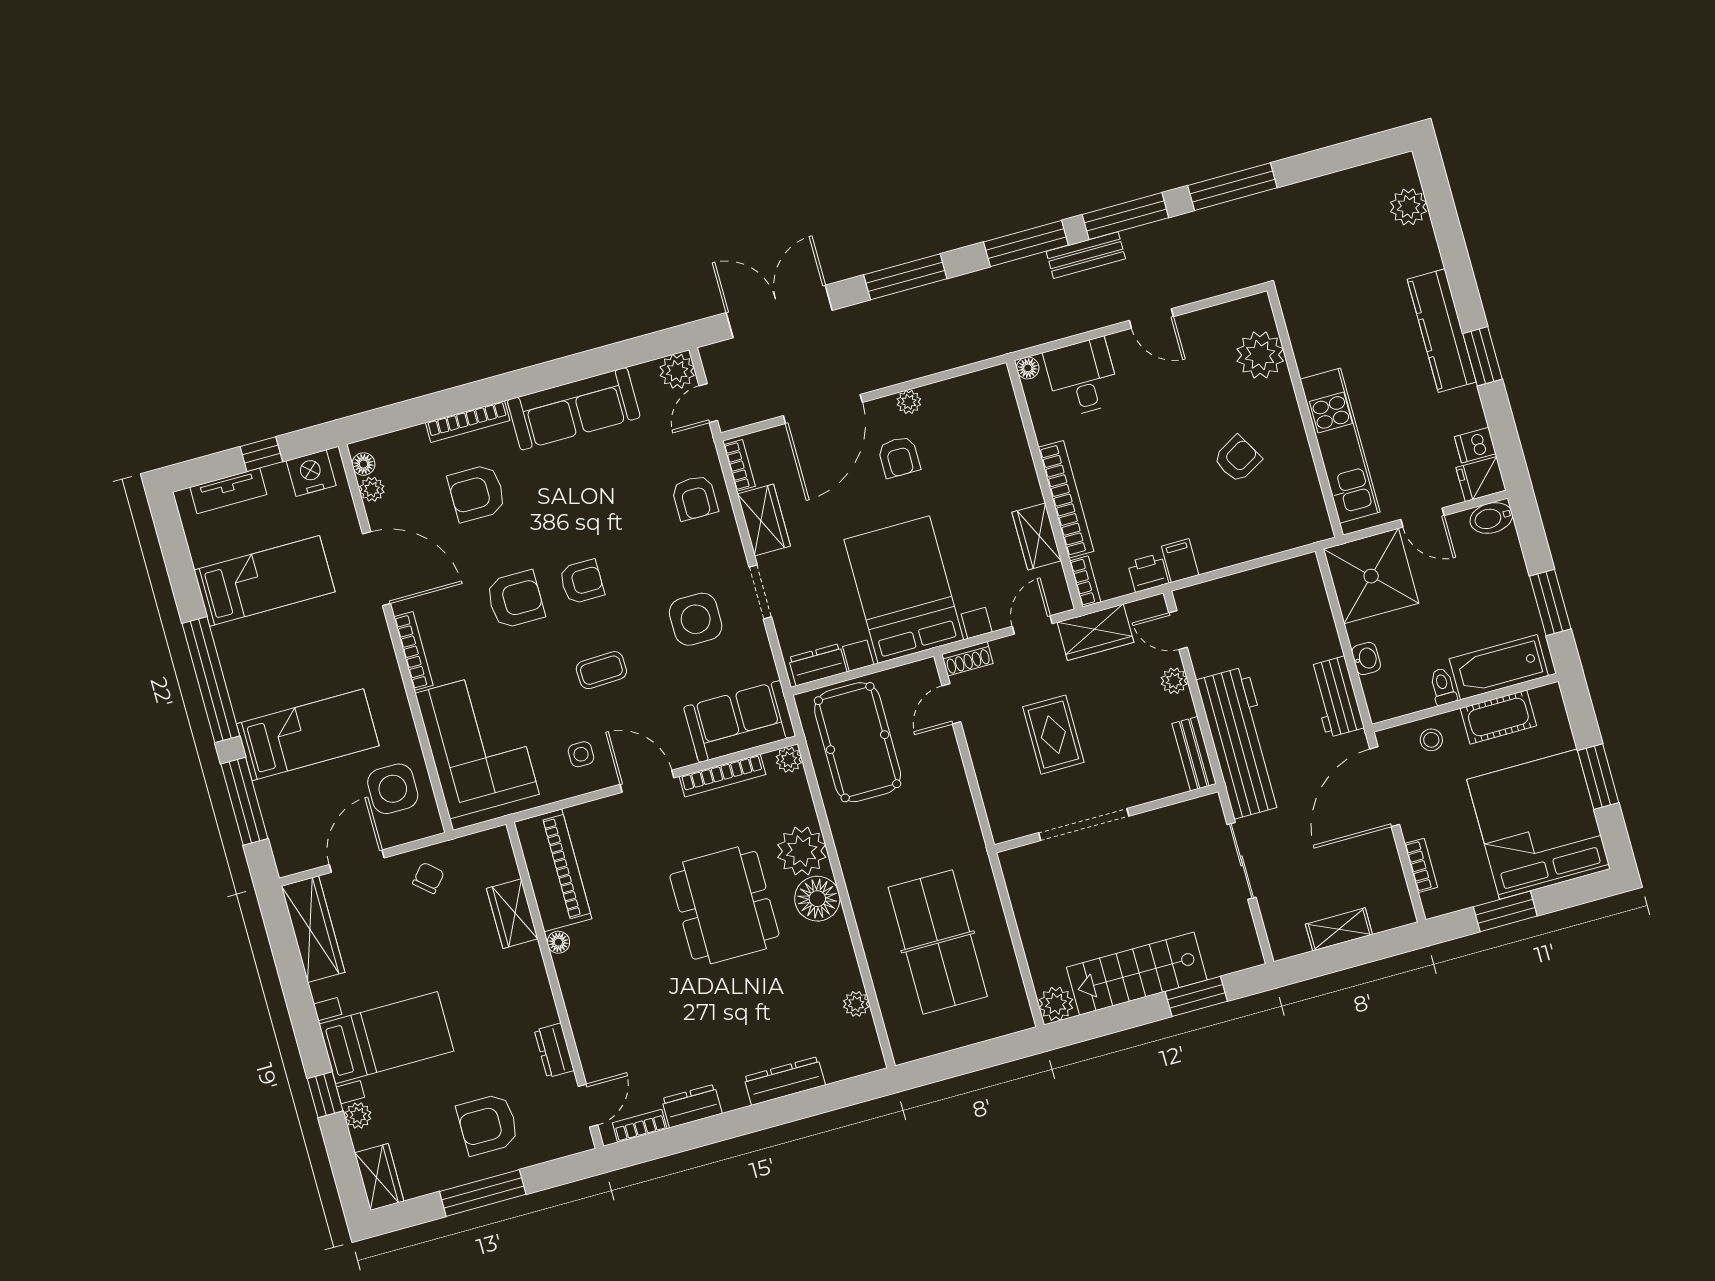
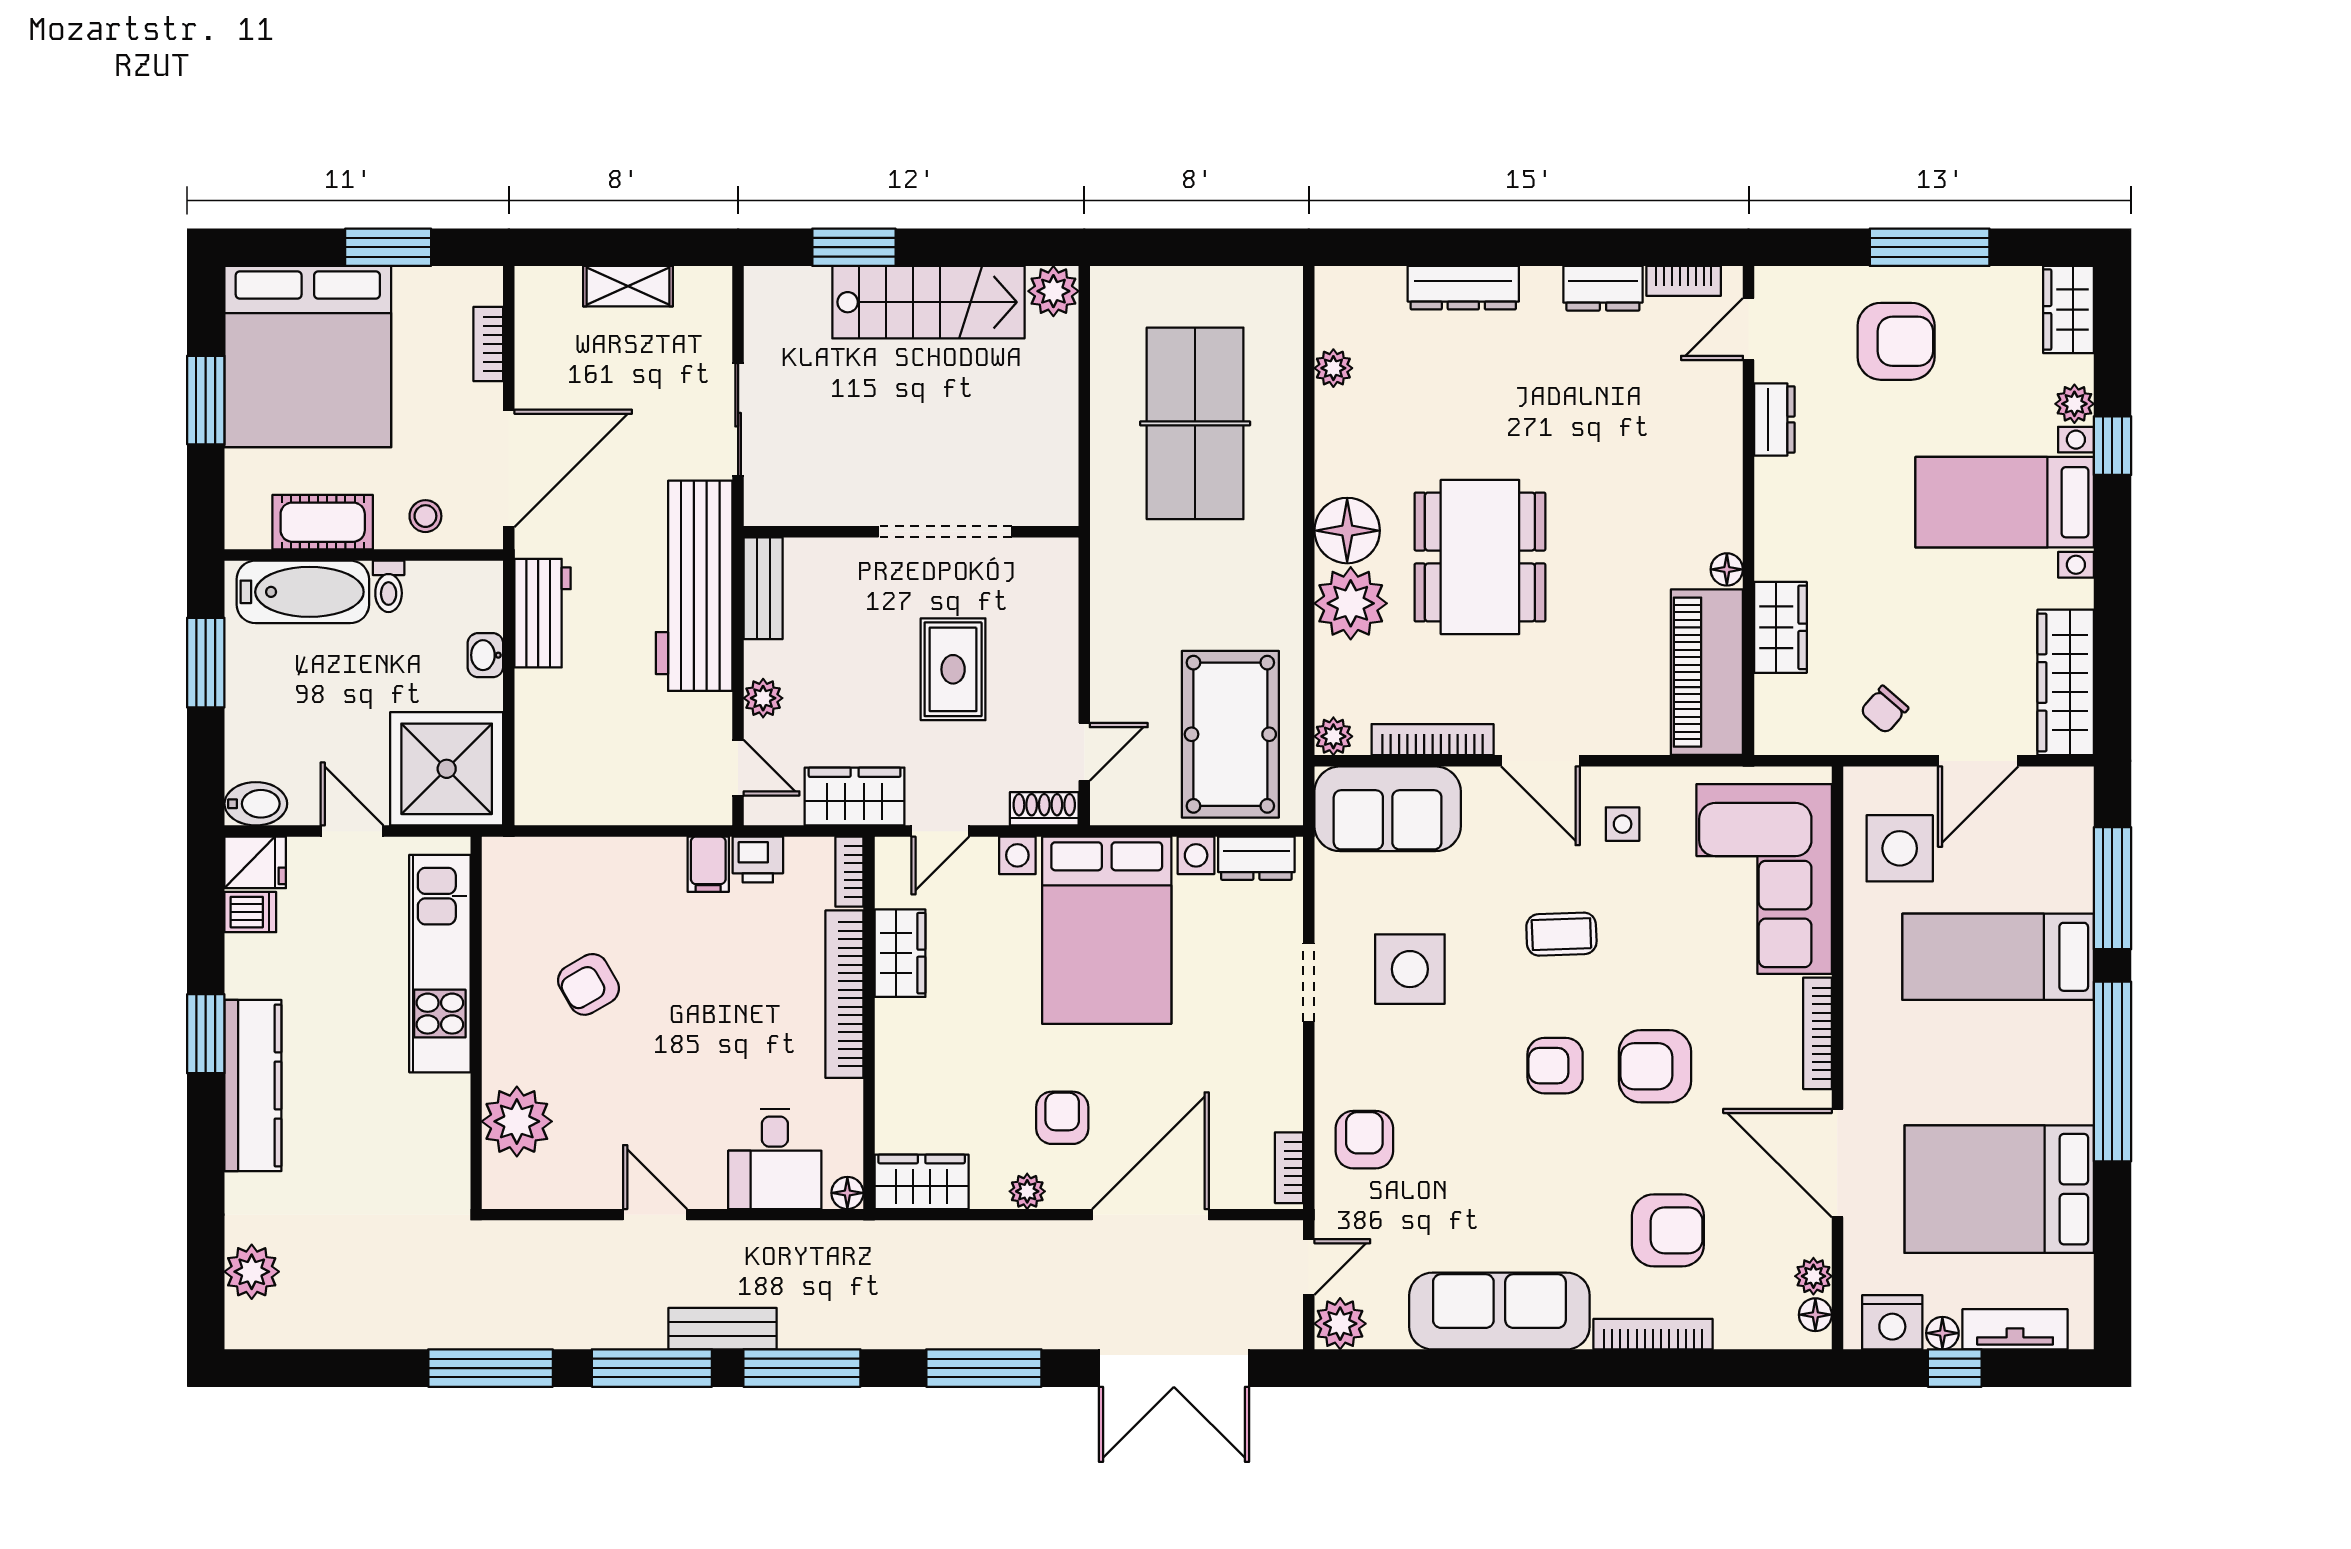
floor lamp: (276, 475) -> (1942, 1333), added
wardrobe: (764, 520) -> (922, 1182), moved, turned 90
bed: (265, 581) -> (1999, 1189), width x1.50

